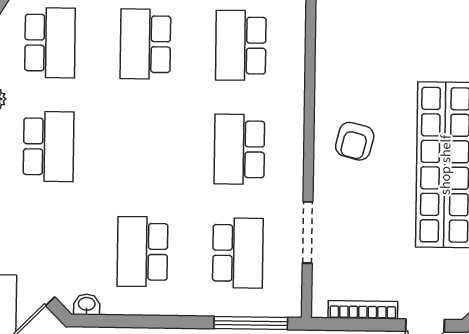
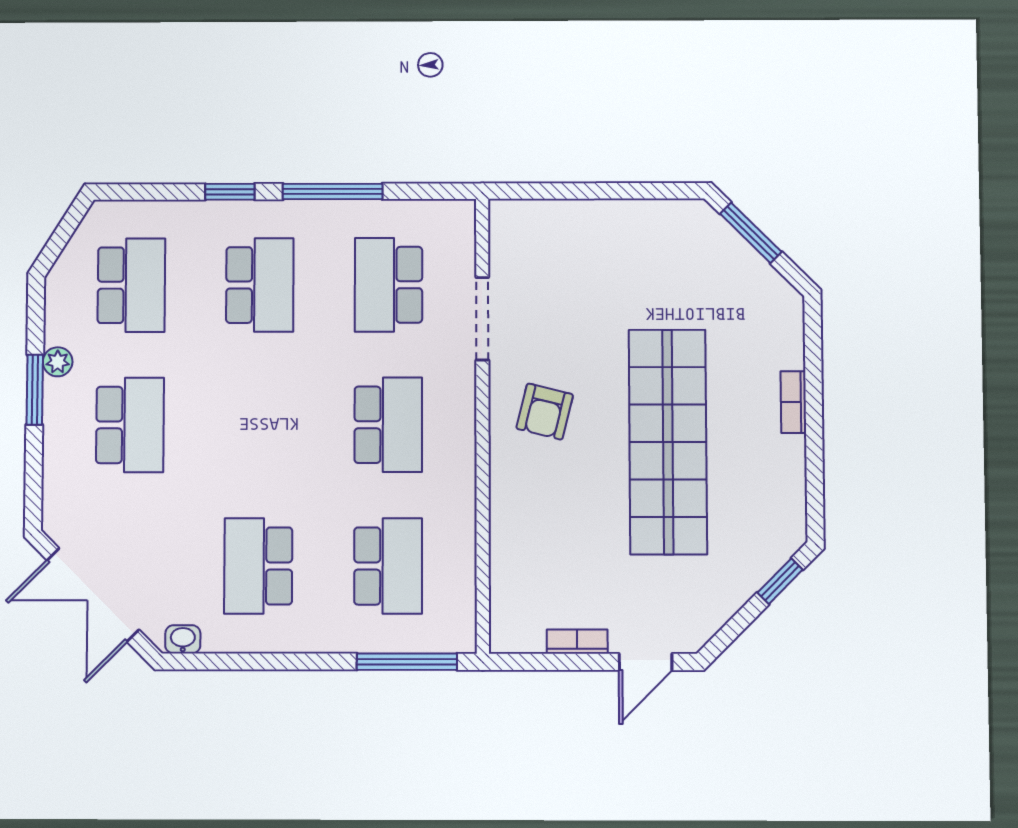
school desk: (145, 44) -> (260, 285), turned 180
school desk: (239, 149) -> (388, 425), turned 180
doorway: (308, 232) -> (482, 319), moved
bookcase: (363, 310) -> (577, 642), width x0.64

